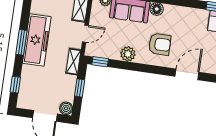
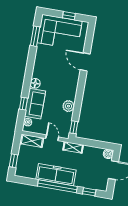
window: (21, 42) -> (57, 186), width x2.11
armchair: (160, 44) -> (62, 82), removed
window: (80, 88) -> (93, 143), removed

